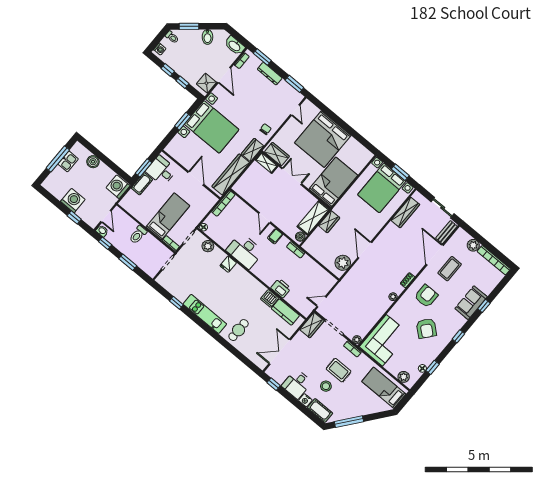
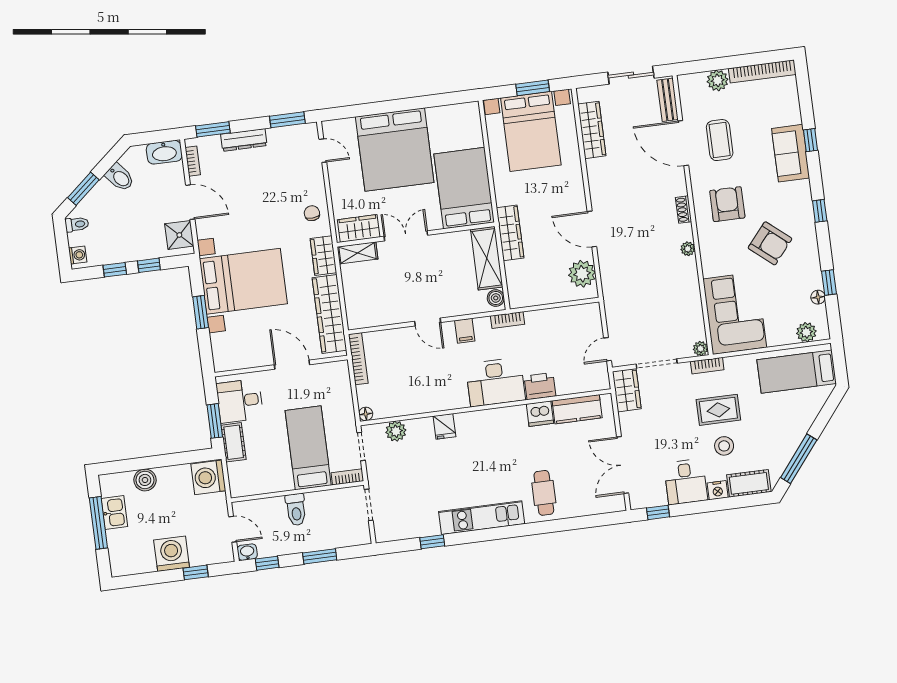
wardrobe: (329, 222) -> (510, 233), width x1.50
desk: (245, 251) -> (495, 382), moved

